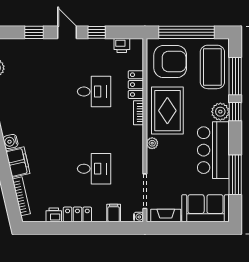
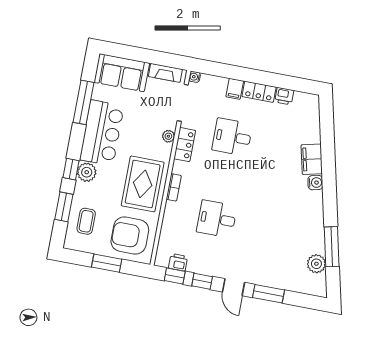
window: (34, 32) -> (269, 294), width x1.50
window: (122, 32) -> (175, 276), added
window: (187, 32) -> (107, 263), width x0.47
coffee table: (212, 67) -> (86, 221), width x0.54, depth x0.58
window: (235, 76) -> (64, 207), width x0.69
locker: (136, 85) -> (185, 145), moved
plant: (152, 143) -> (168, 136), moved
bookcase: (21, 196) -> (315, 122), removed
filing cabinet: (114, 213) -> (235, 89), moved

